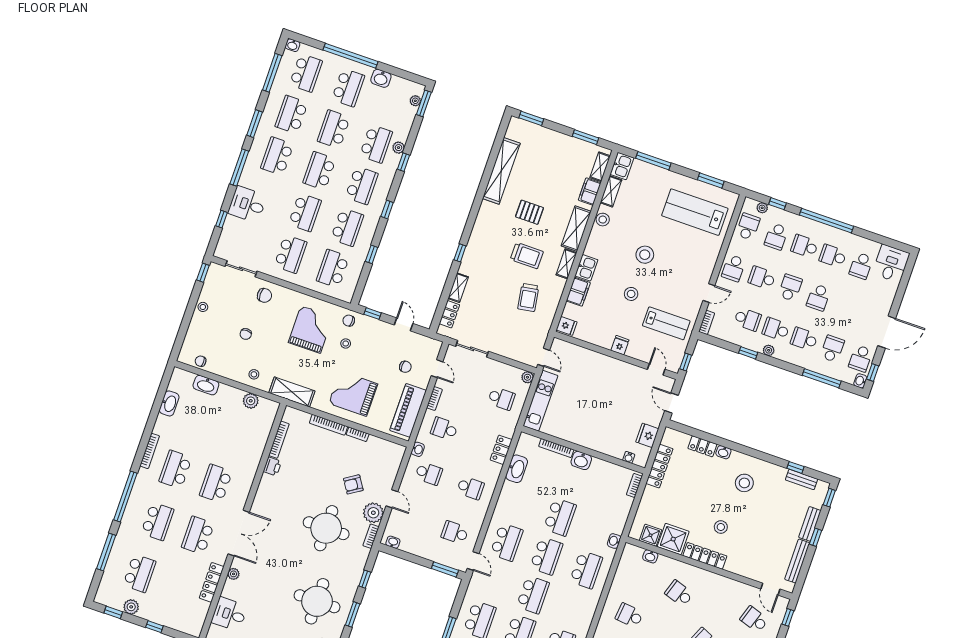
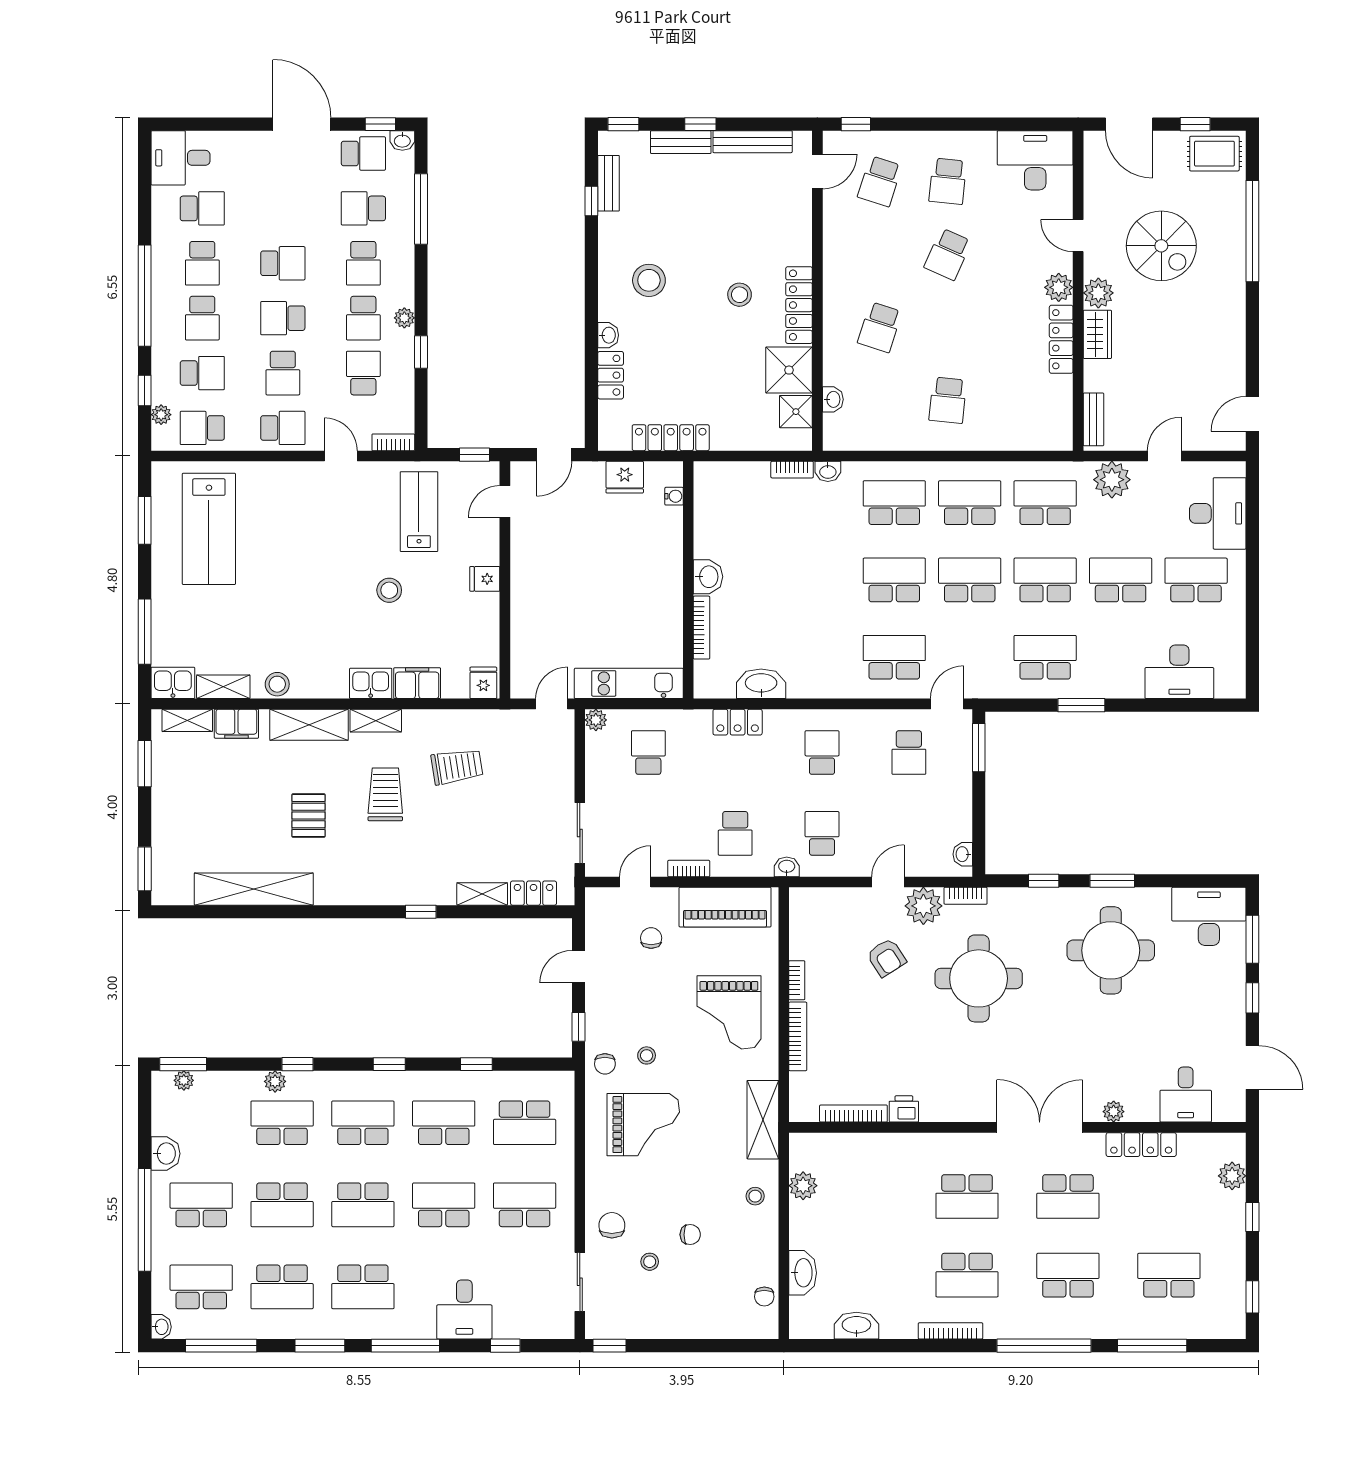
stool: (645, 255) -> (313, 590), removed
stool: (203, 307) -> (650, 1262), moved
grand piano: (311, 330) -> (643, 1125), turned 180
bookcase: (634, 485) -> (792, 470), moved
school desk: (560, 517) -> (970, 503), moved
plant: (131, 607) -> (1232, 1176), moved

